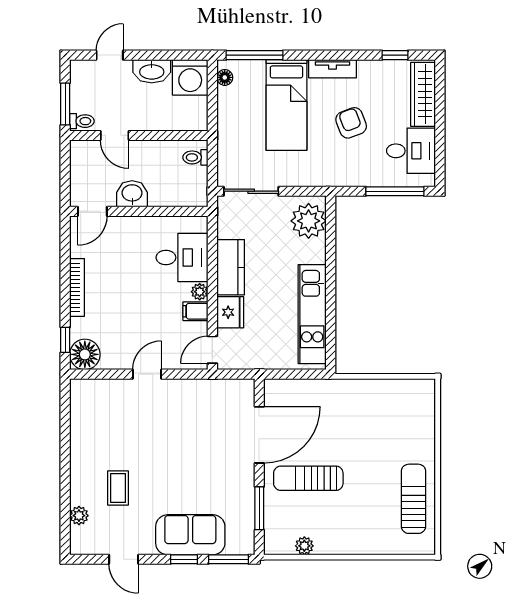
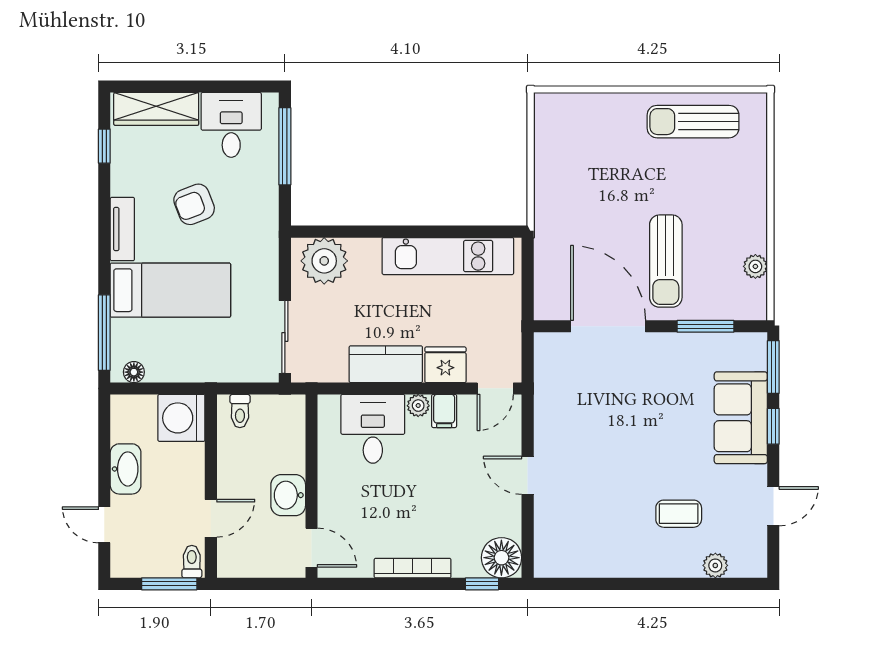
washing machine: (190, 77) -> (181, 418), moved, turned 180
door: (212, 350) -> (495, 388), hinge flipped

